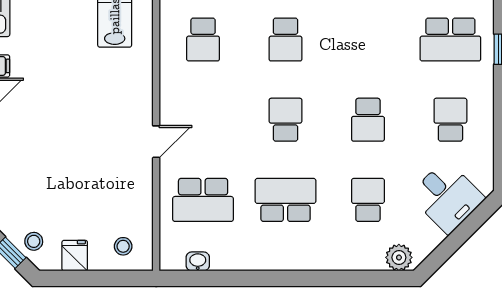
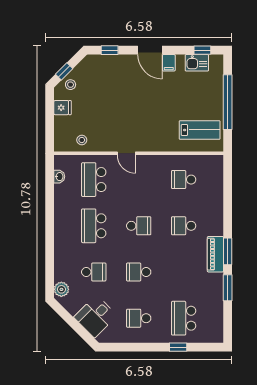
school desk: (450, 120) -> (139, 318), turned 180
school desk: (285, 200) -> (94, 226), turned 180
stool: (123, 246) -> (82, 140), moved

